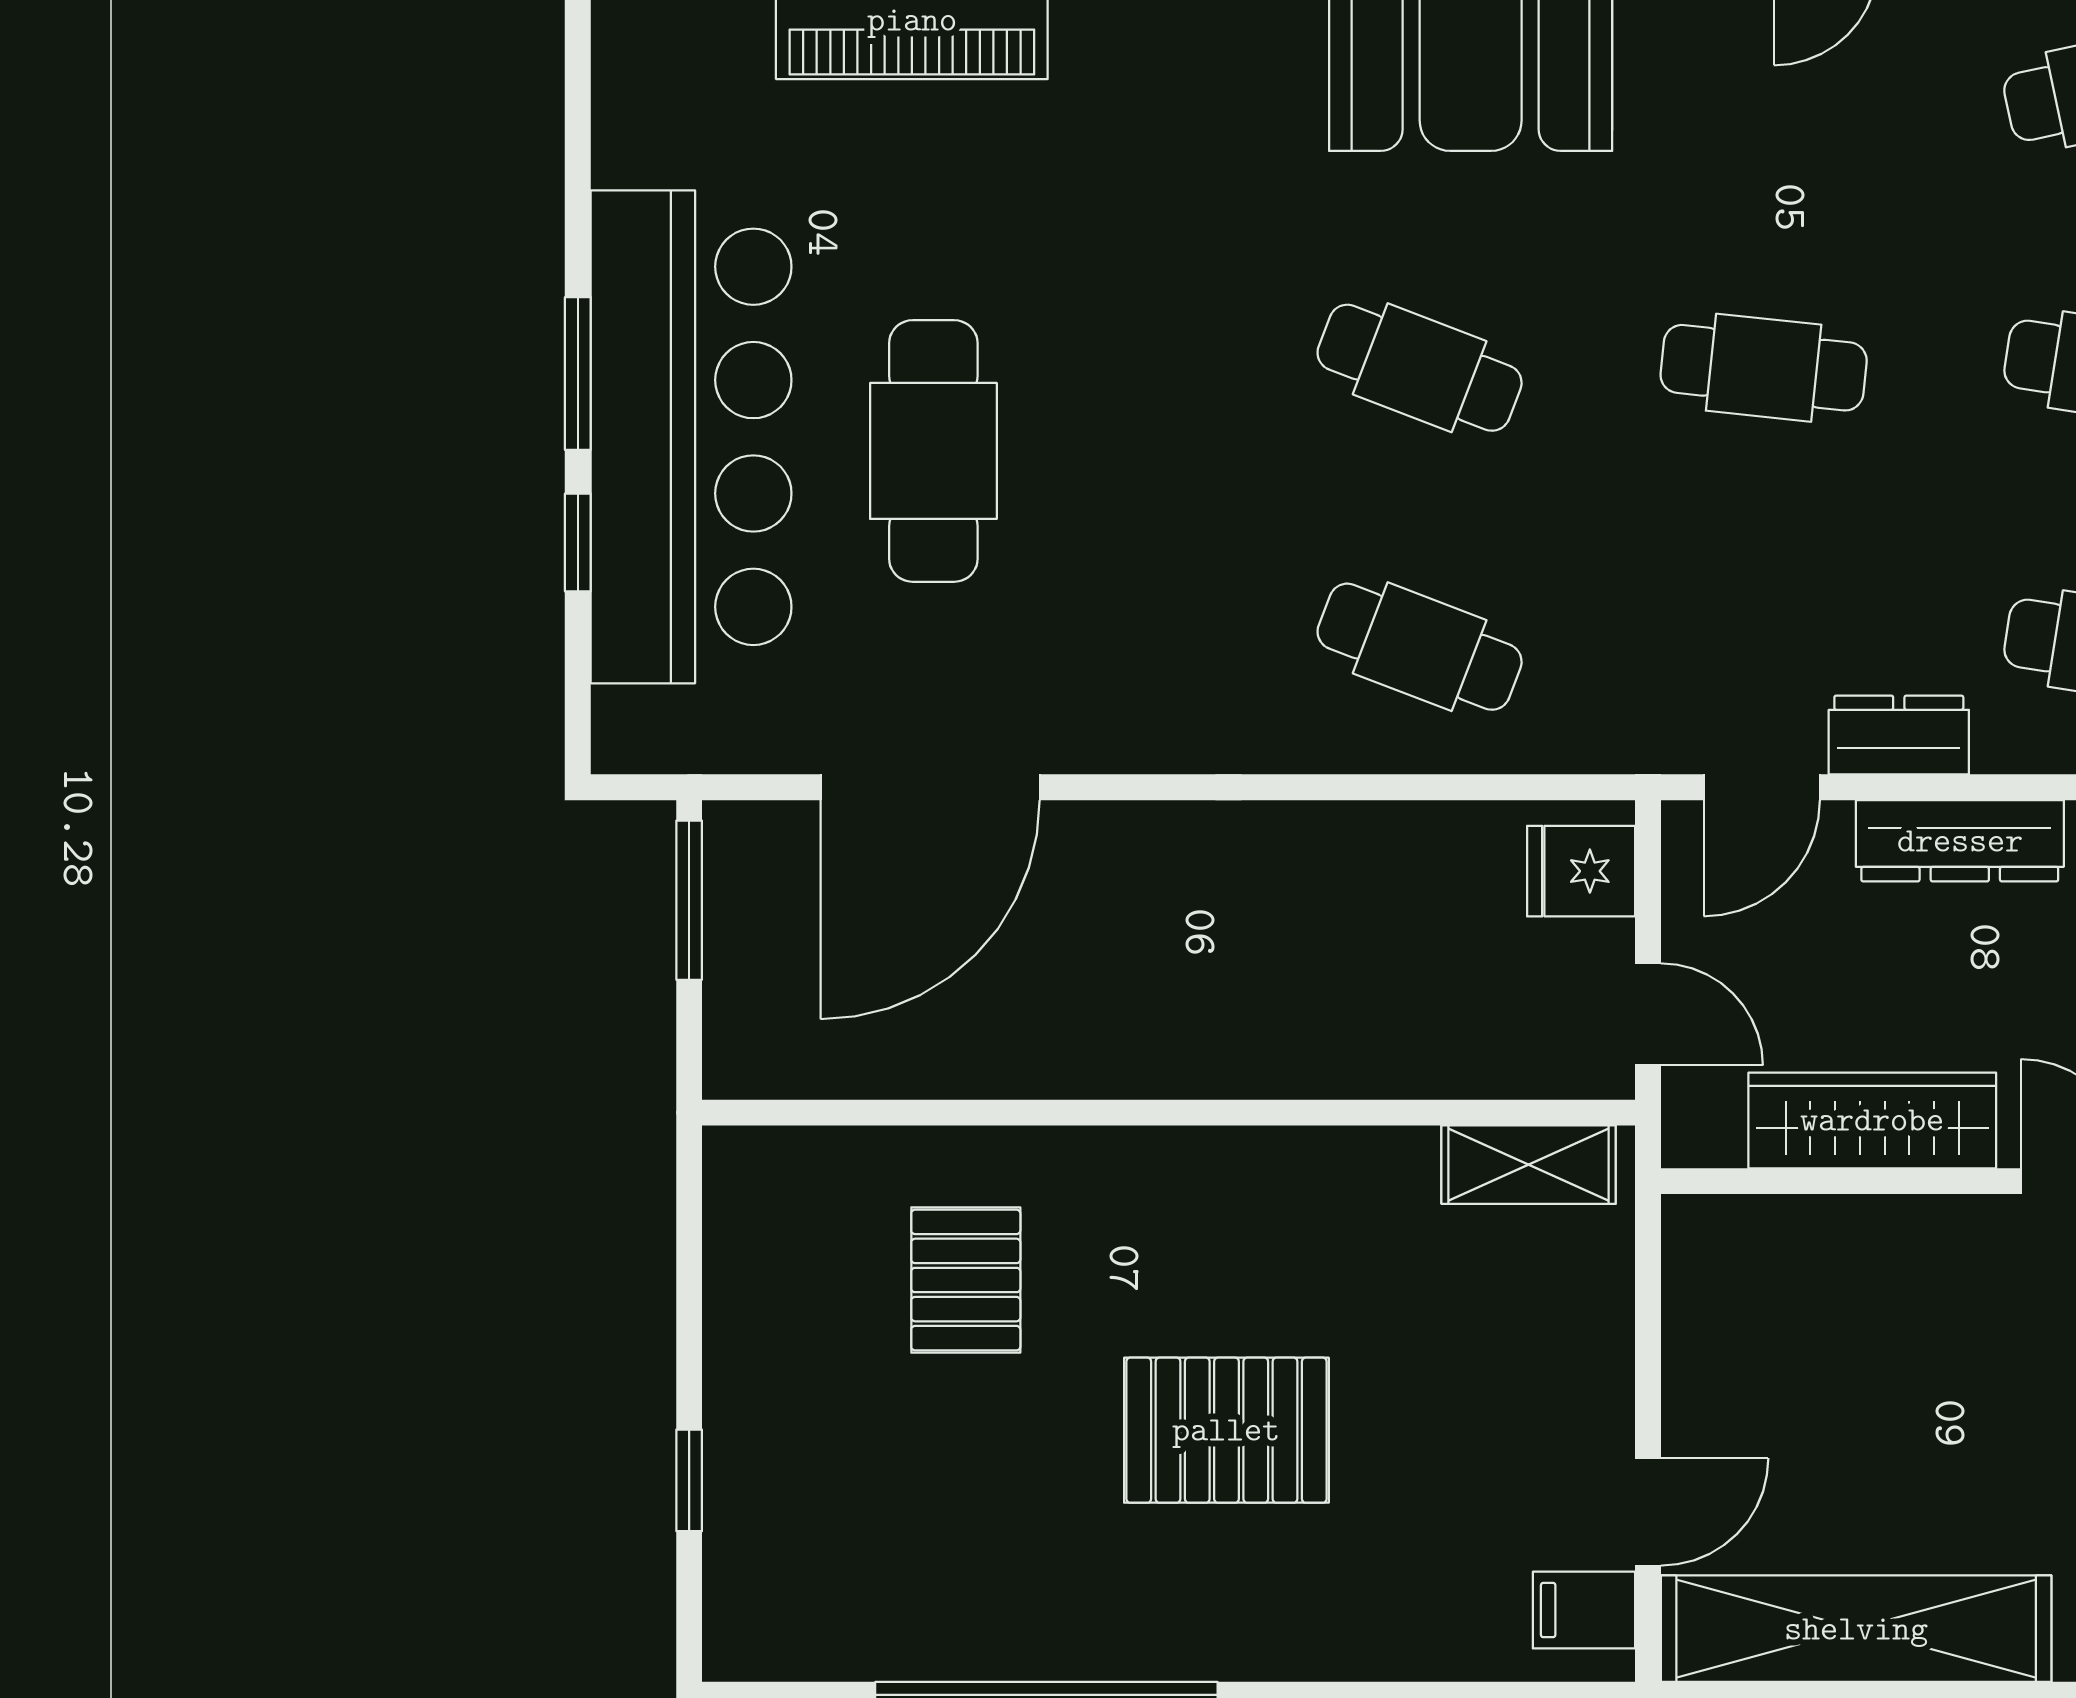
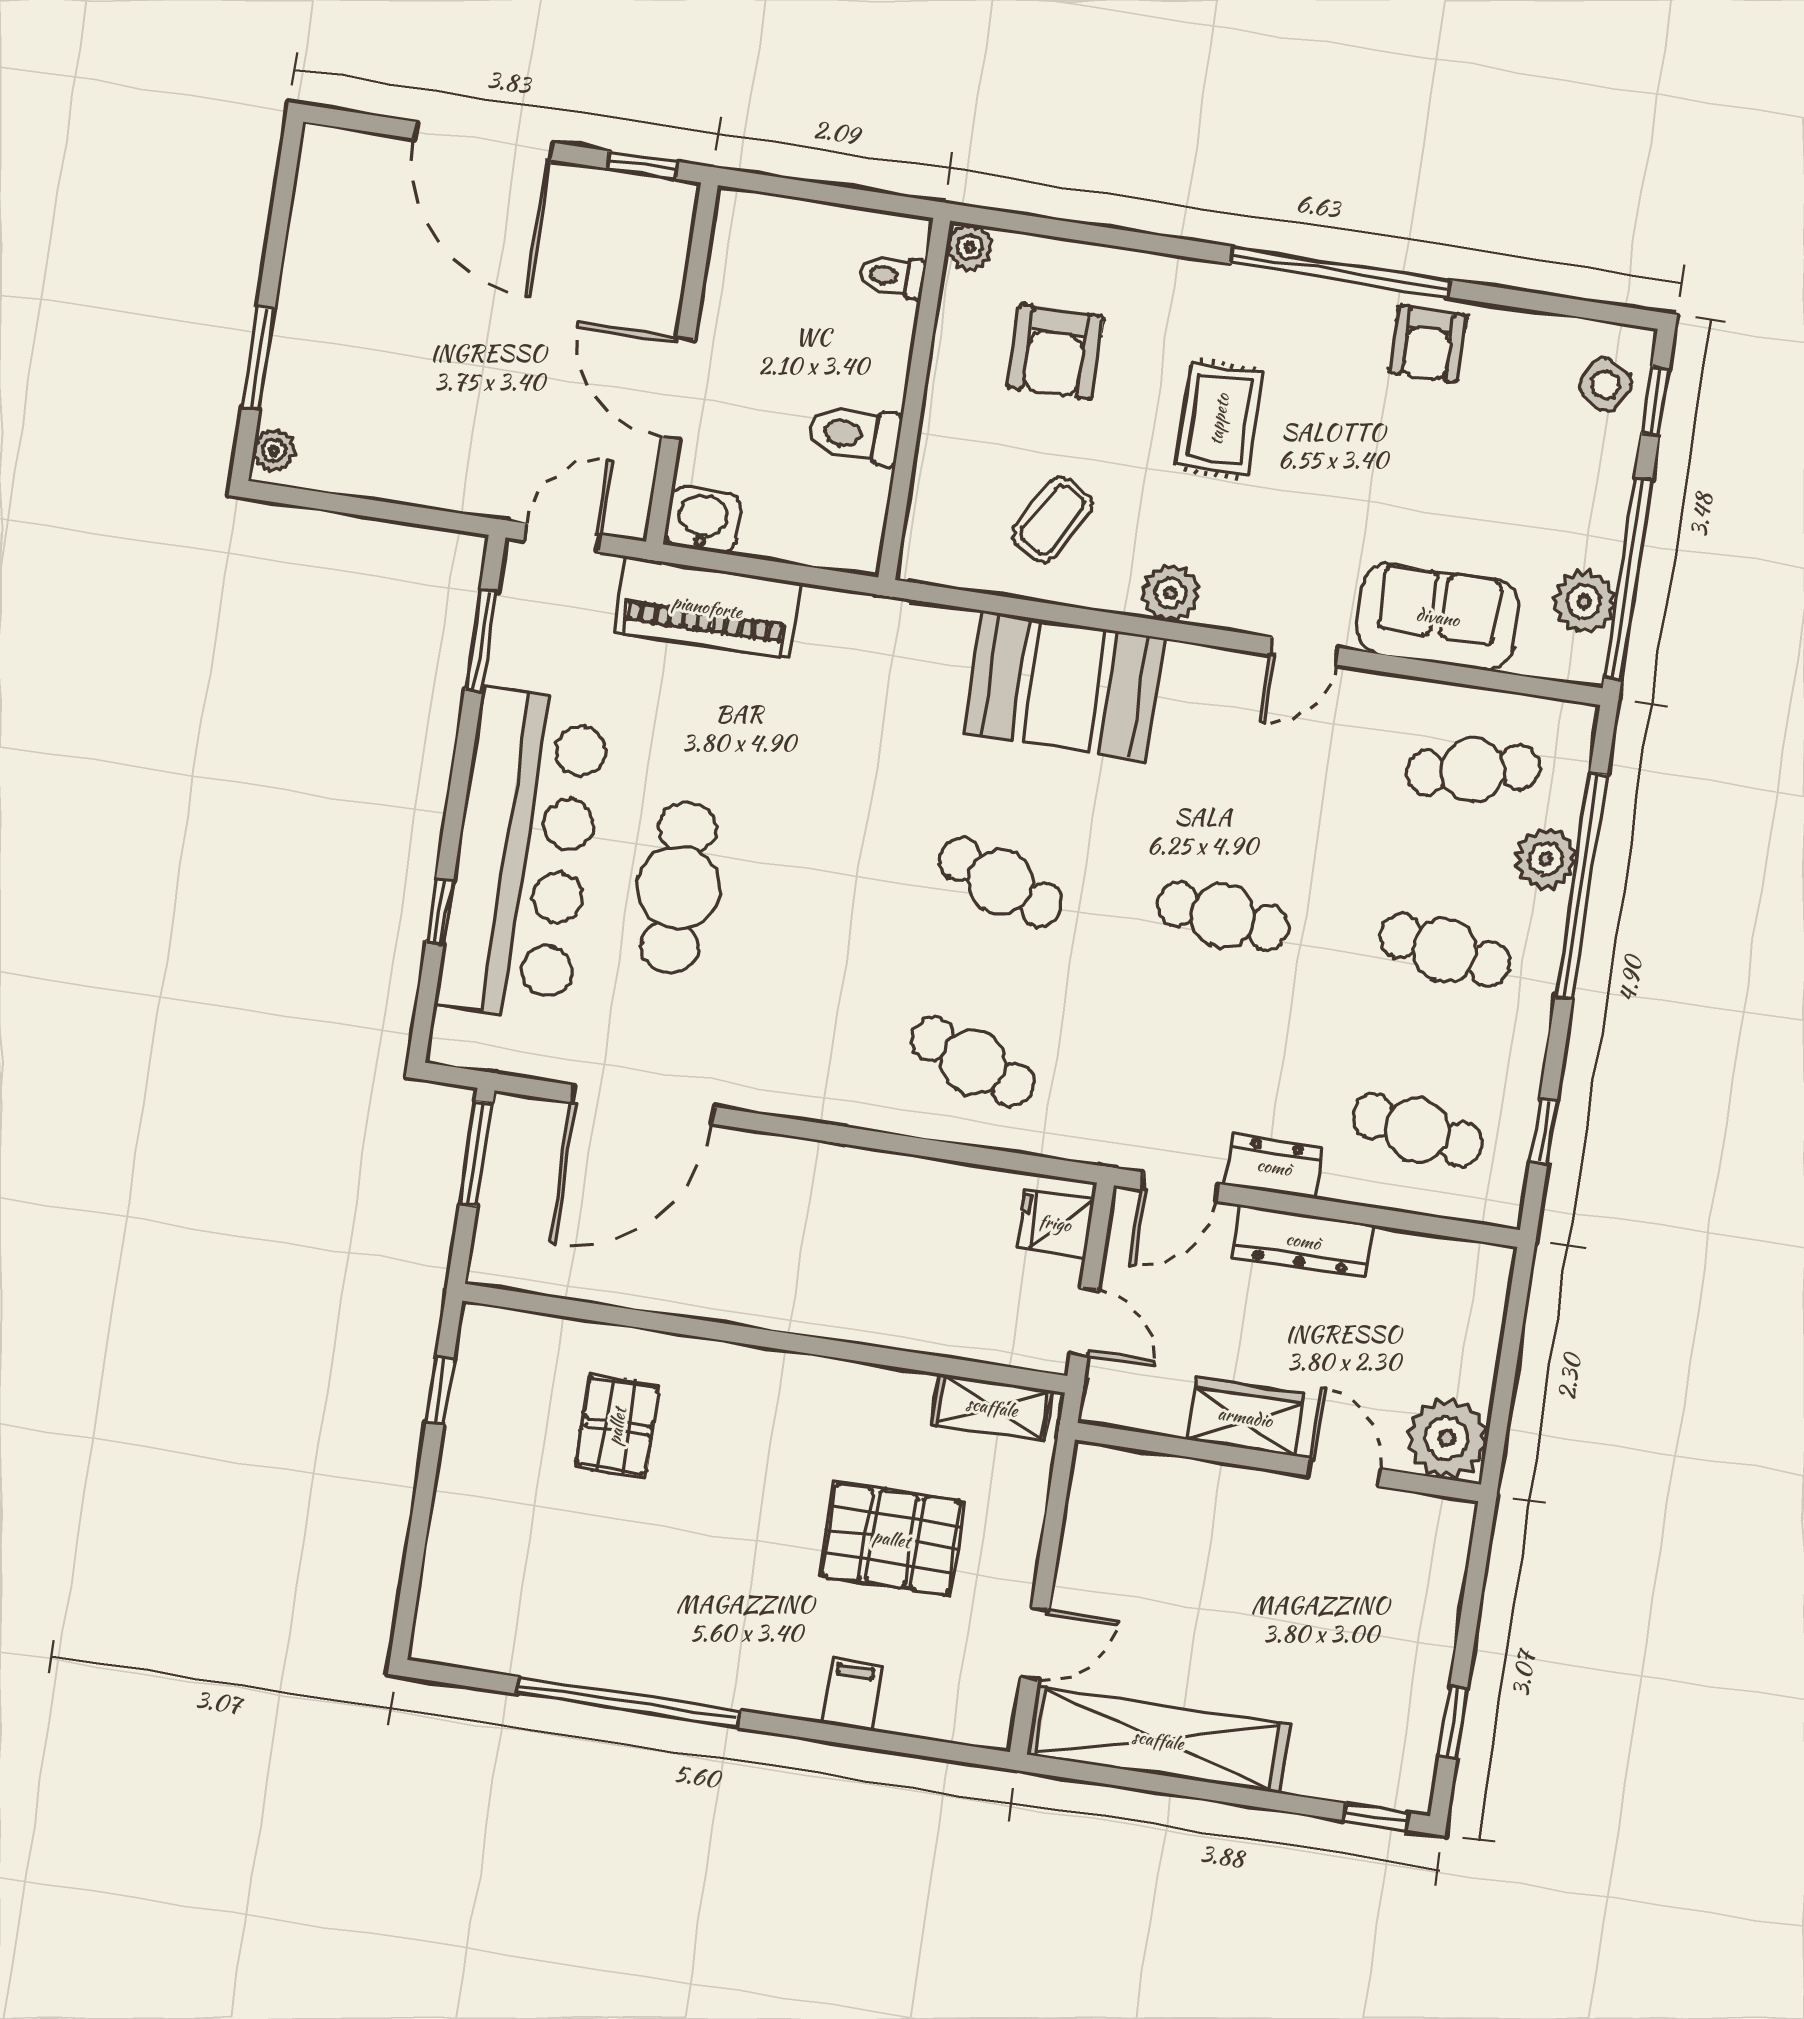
window: (578, 374) -> (481, 641), moved
wardrobe: (1872, 1120) -> (1245, 1417), width x0.67
pallet: (1226, 1430) -> (892, 1539), moved
window: (689, 1480) -> (440, 1391), moved
filing cabinet: (1584, 1610) -> (852, 1694), moved, turned 90

